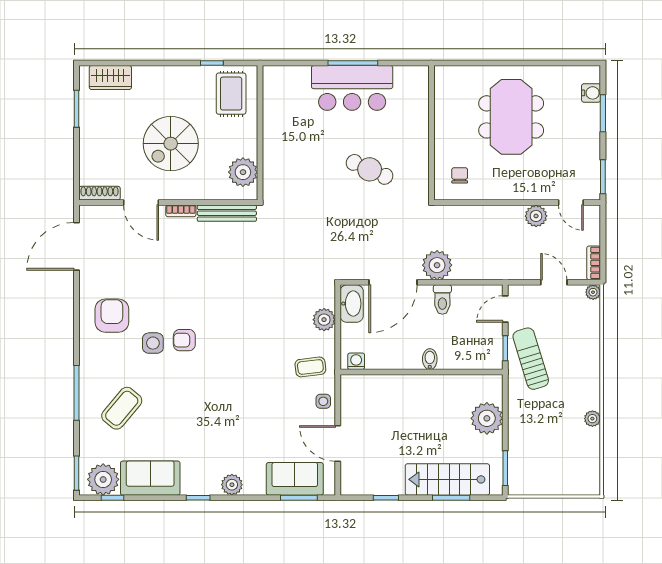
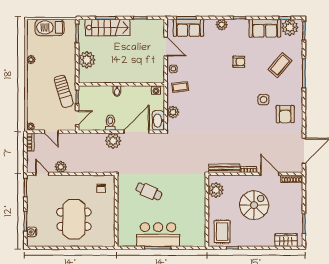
armchair: (184, 340) -> (239, 62), moved
barbecue: (557, 480) -> (50, 27), added

